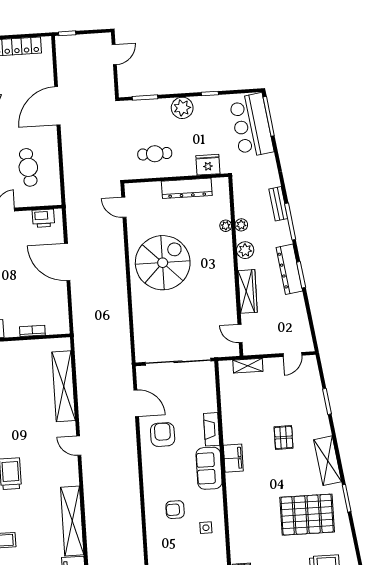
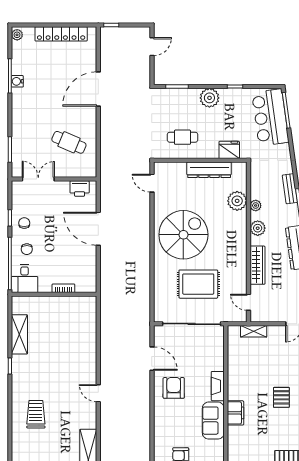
cafe table: (28, 167) -> (69, 142), turned -61
plant: (226, 226) -> (237, 201), width x1.88, depth x1.88
rug: (183, 317) -> (198, 284), added
shelving: (64, 386) -> (88, 339), removed

